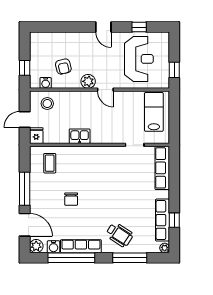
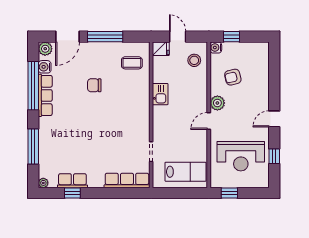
water cooler: (46, 83) -> (216, 47), moved
row of seats: (163, 220) -> (72, 181), width x0.68
wheelchair: (119, 235) -> (57, 136), removed

